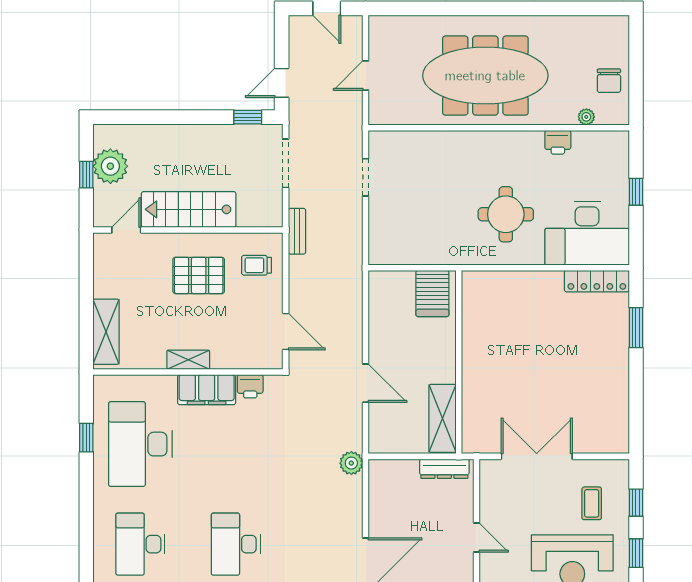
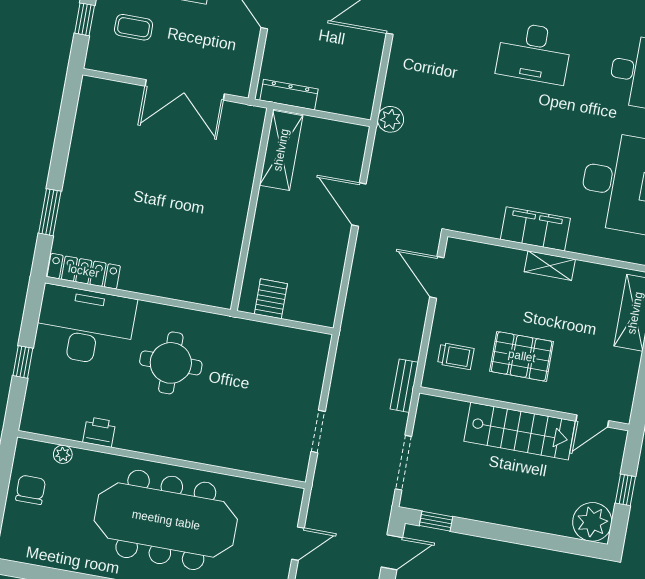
plant: (110, 166) -> (592, 522), moved
server rack: (432, 293) -> (271, 299), width x0.73, depth x0.70
printer: (250, 386) -> (487, 224), removed
coffee table: (592, 503) -> (134, 27), turned 90
desk: (236, 544) -> (534, 53), turned 90

